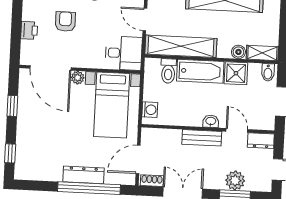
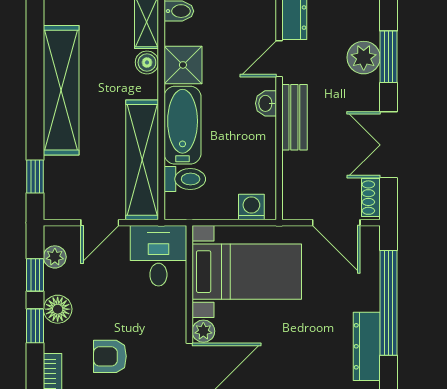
dresser: (83, 175) -> (367, 346), moved

